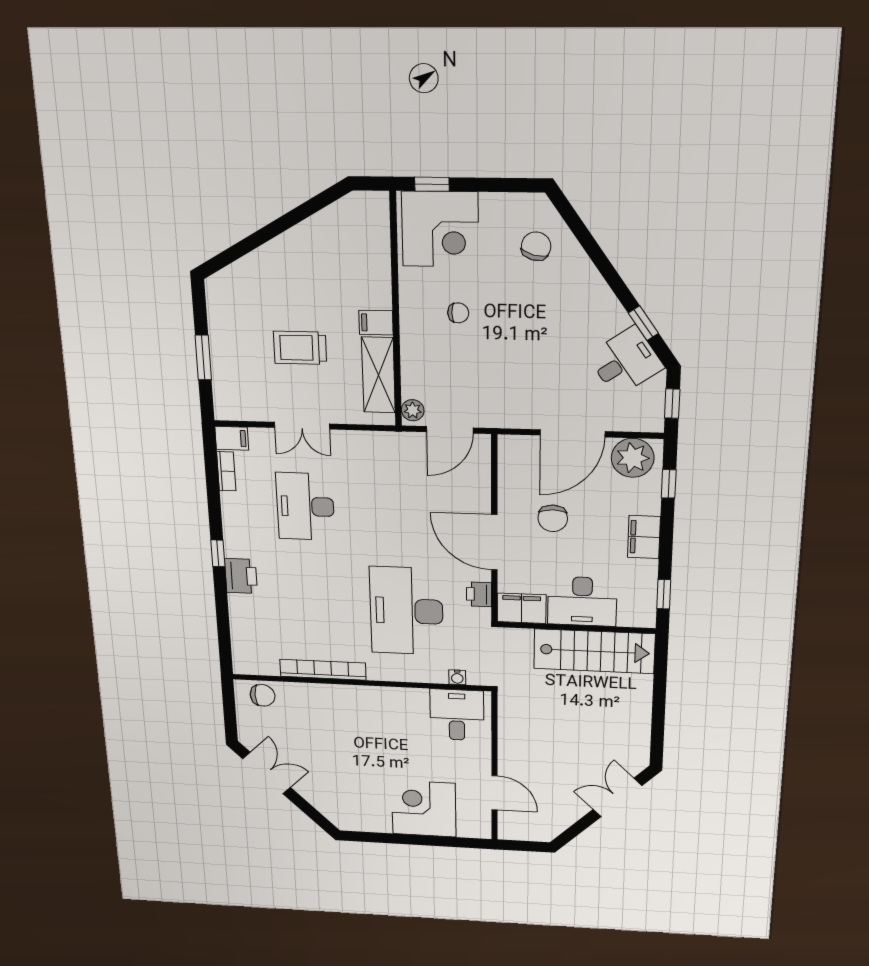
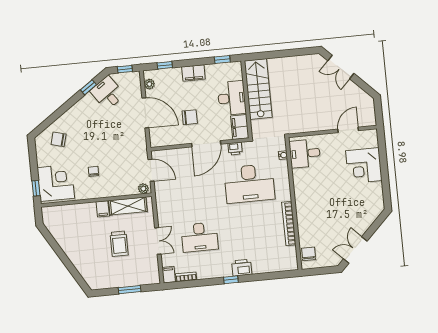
plant: (633, 458) -> (149, 84), width x0.53, depth x0.53

